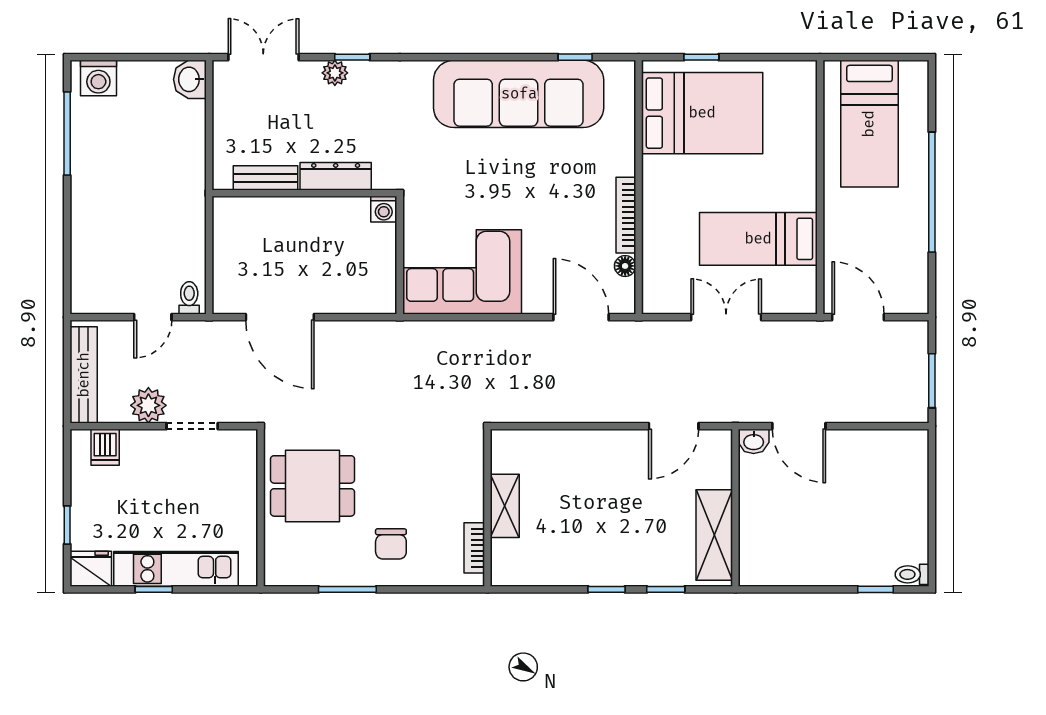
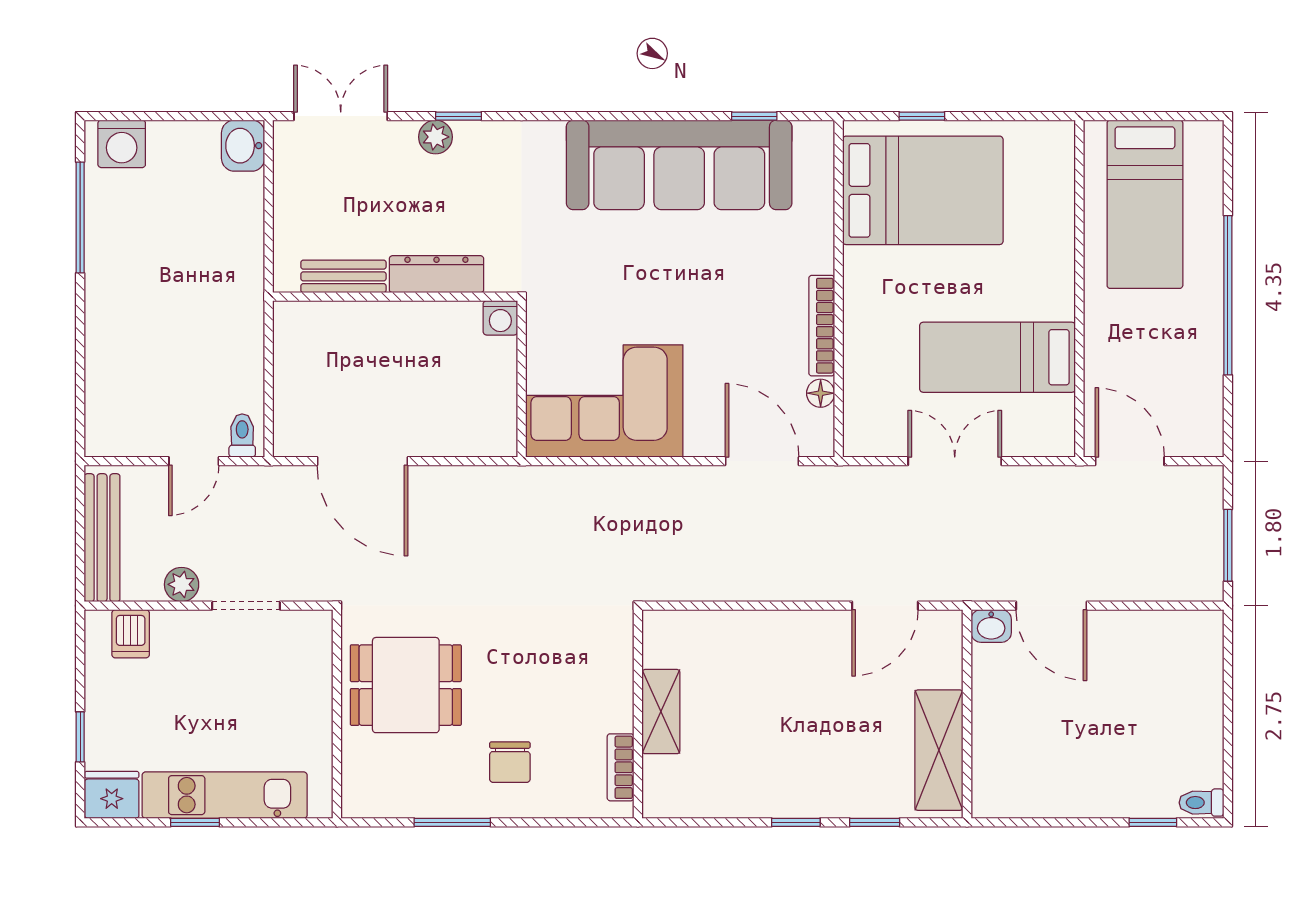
plant: (148, 405) -> (182, 584), width x0.73, depth x0.73

